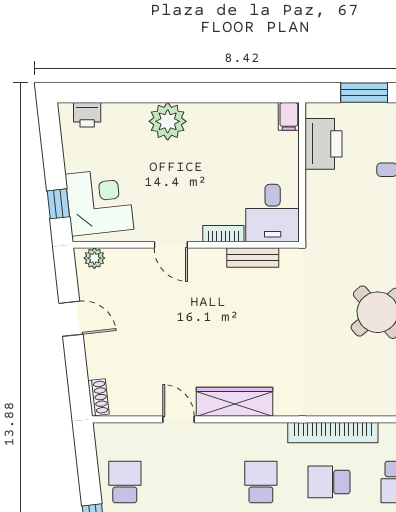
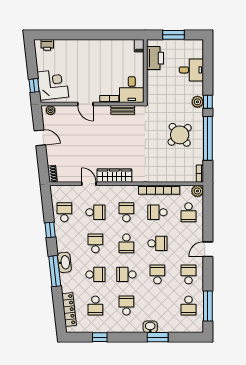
plant: (168, 121) -> (84, 48), removed
school desk: (193, 482) -> (95, 212), added

